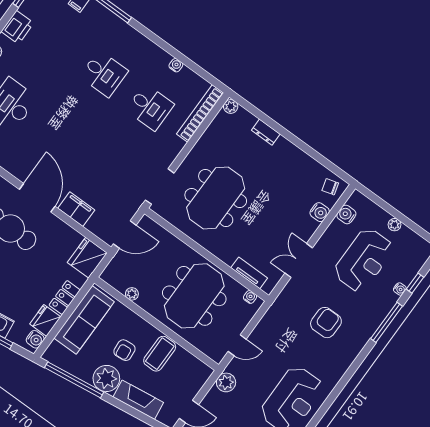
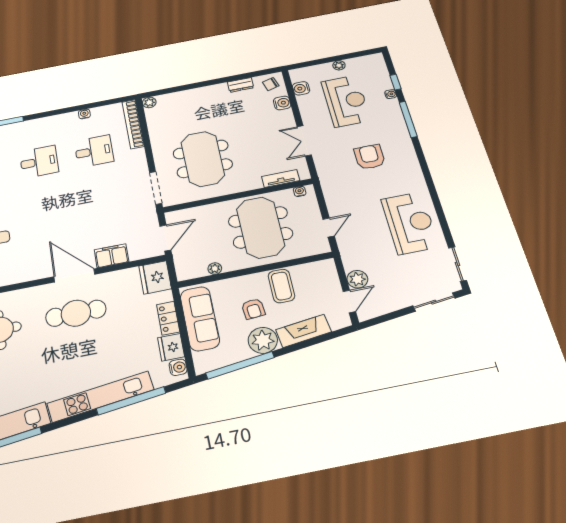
dresser: (266, 132) -> (241, 85), moved
plant: (226, 382) -> (357, 279), moved

